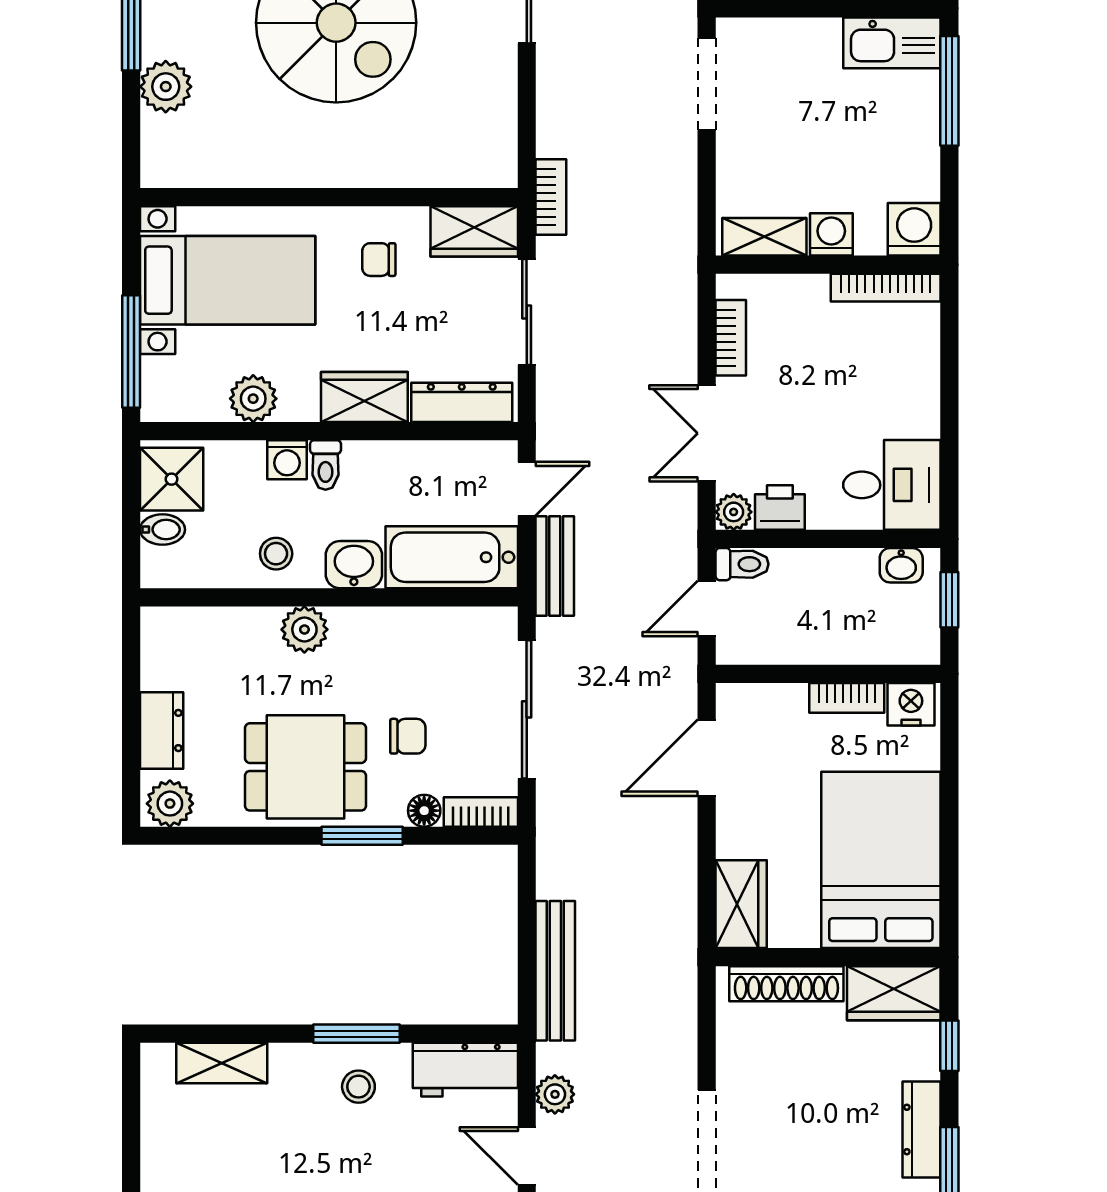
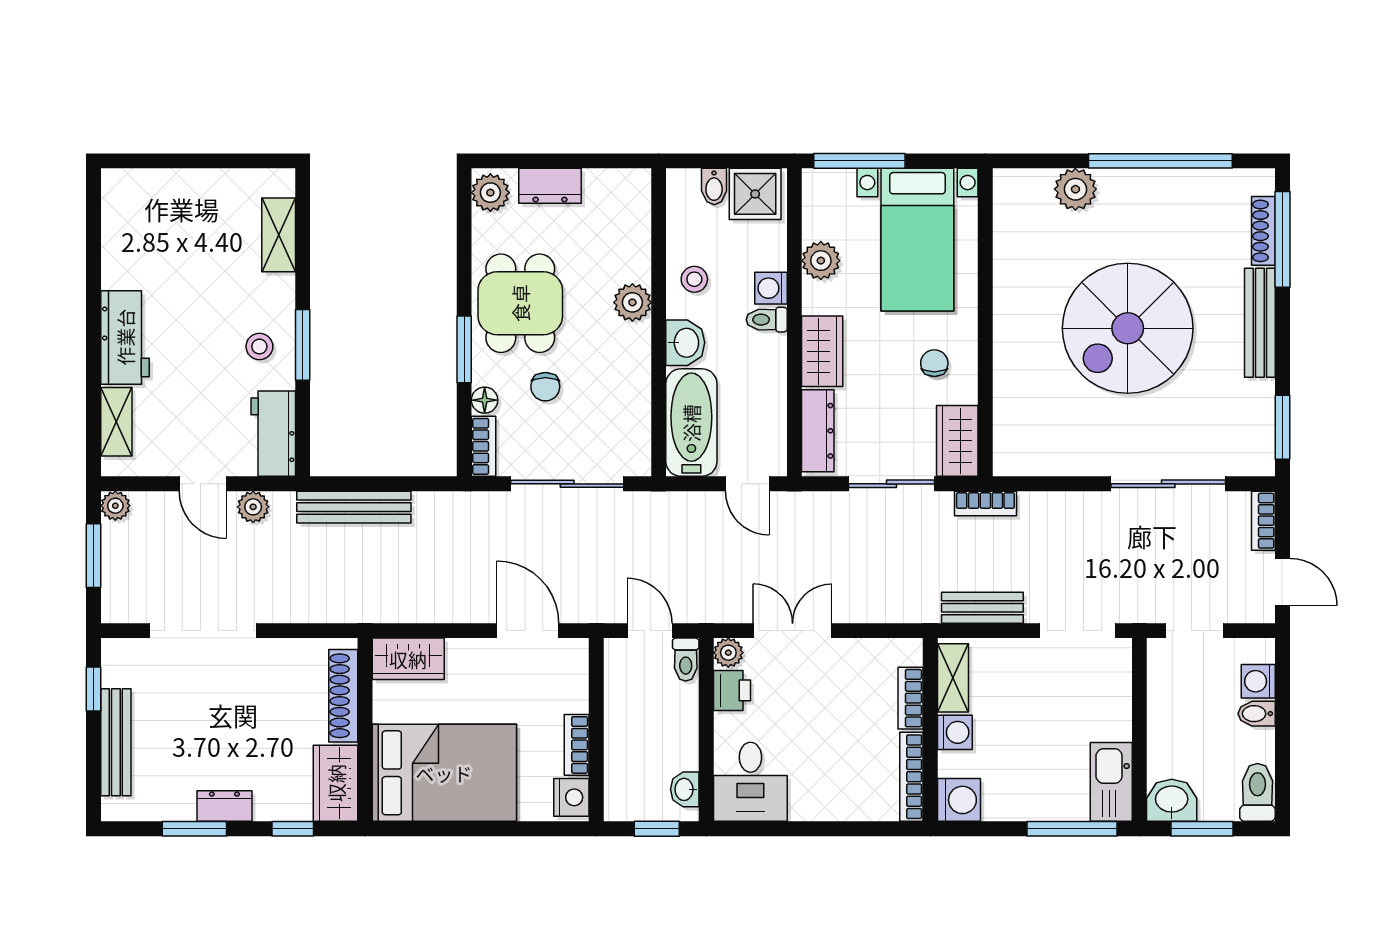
bookcase: (731, 338) -> (910, 698), moved, turned 90
bench: (555, 566) -> (982, 608), moved
dresser: (922, 1129) -> (224, 806), width x0.70
door: (527, 1156) -> (203, 484), swing flipped

